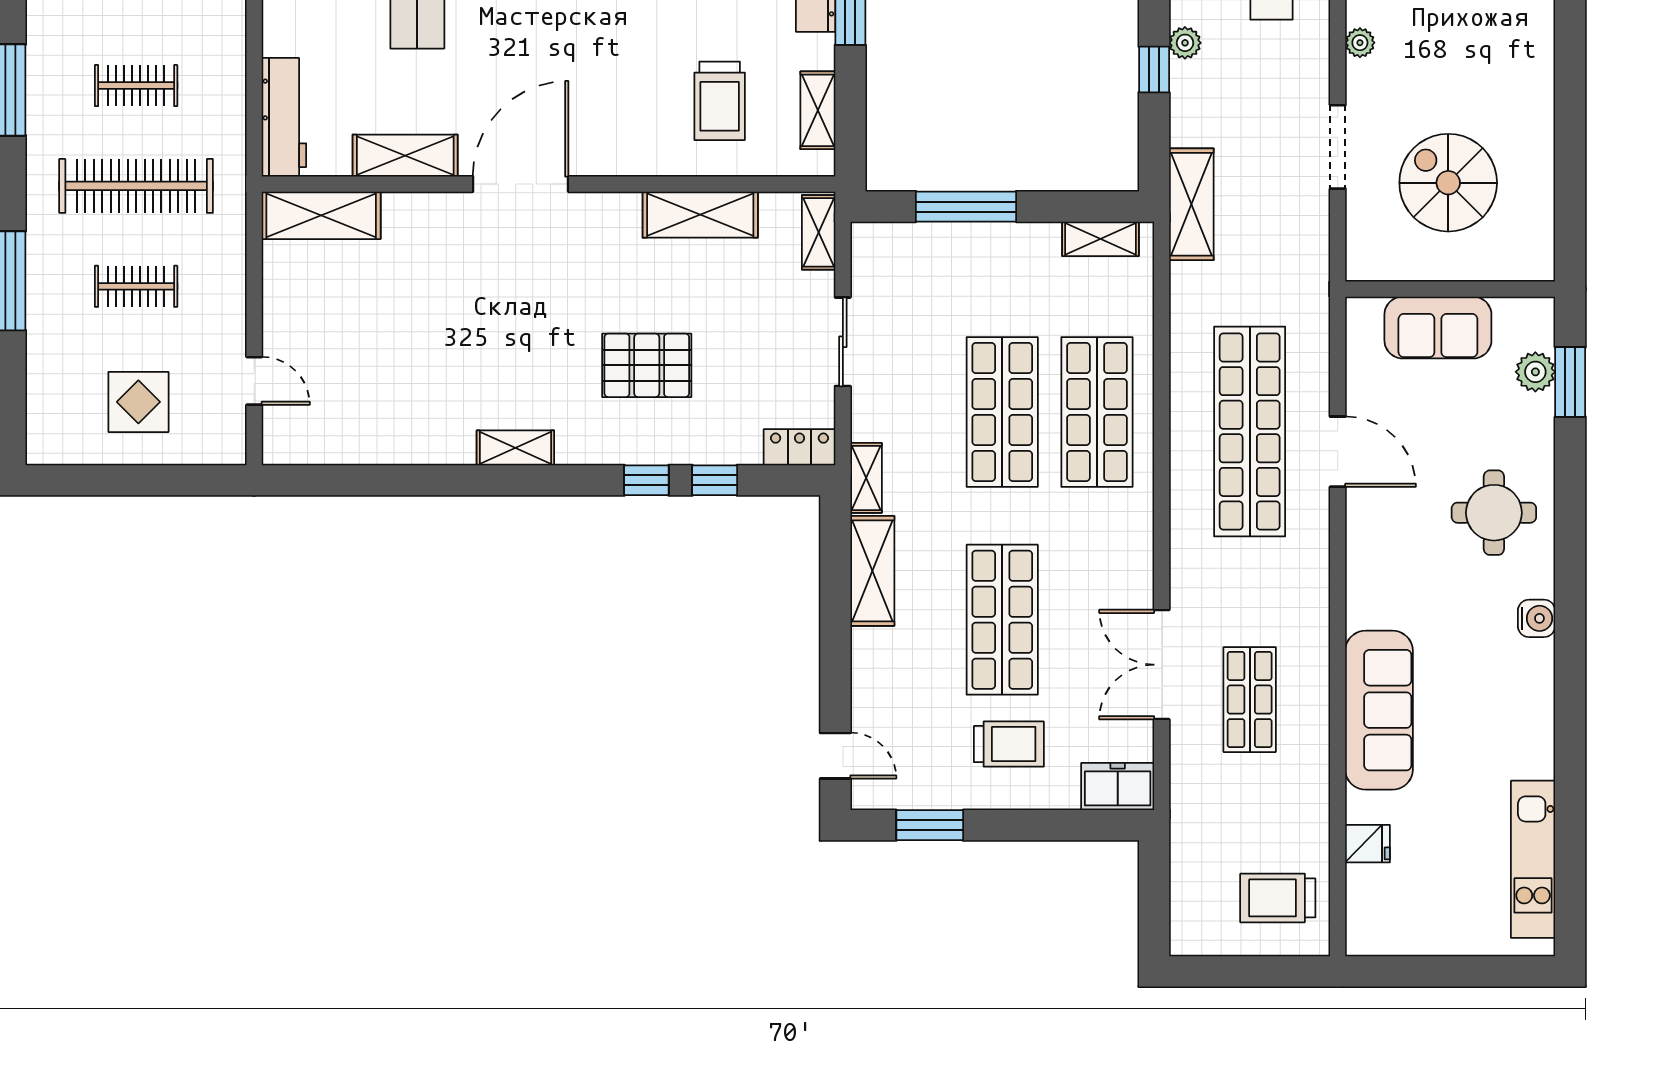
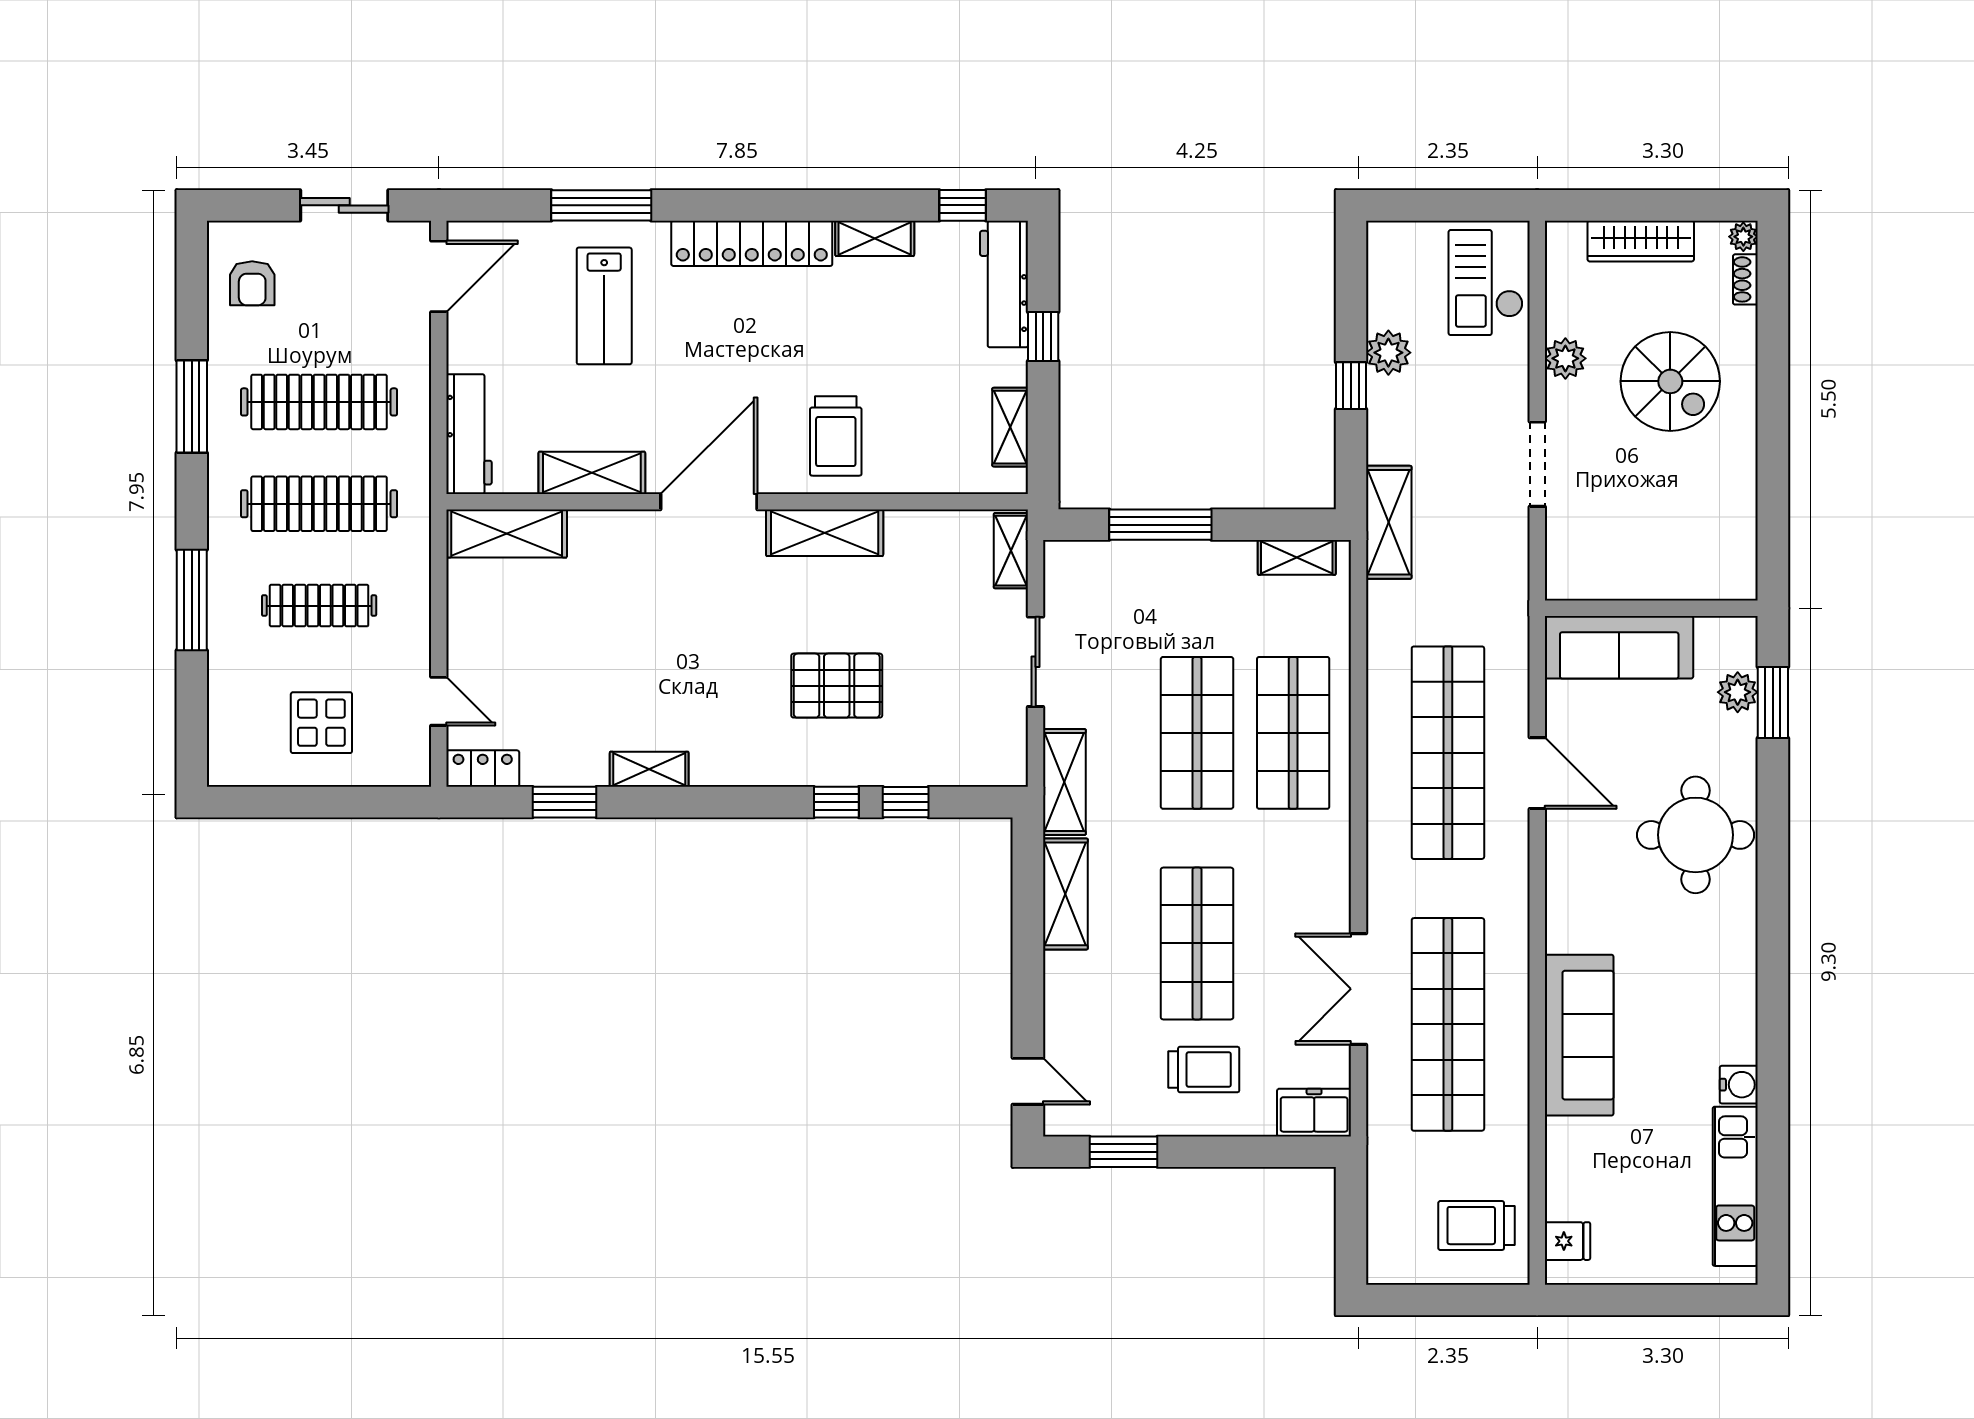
plant: (1185, 43) -> (1388, 353), width x1.38, depth x1.38
plant: (1360, 43) -> (1565, 358), width x1.38, depth x1.38
clothes rail: (136, 86) -> (319, 402), width x1.86, depth x1.31
trolley: (720, 101) -> (836, 436), moved
spiral stairs: (1448, 183) -> (1670, 381), moved, turned 180
shelving: (700, 215) -> (825, 533), moved
clothes rail: (136, 286) -> (319, 606), width x1.36
sofa: (1438, 328) -> (1619, 647), width x1.36
locker: (799, 447) -> (483, 769), moved
shelving: (515, 448) -> (649, 769), moved
shelving: (866, 478) -> (1064, 782), width x1.50, depth x1.33
window: (378, 480) -> (564, 802), added
round table: (1494, 513) -> (1696, 835), width x1.36, depth x1.36
water cooler: (1537, 618) -> (1739, 1085), moved
shop shelf: (1250, 700) -> (1448, 1024), width x2.00, depth x1.36
fridge: (1368, 844) -> (1567, 1241), moved

